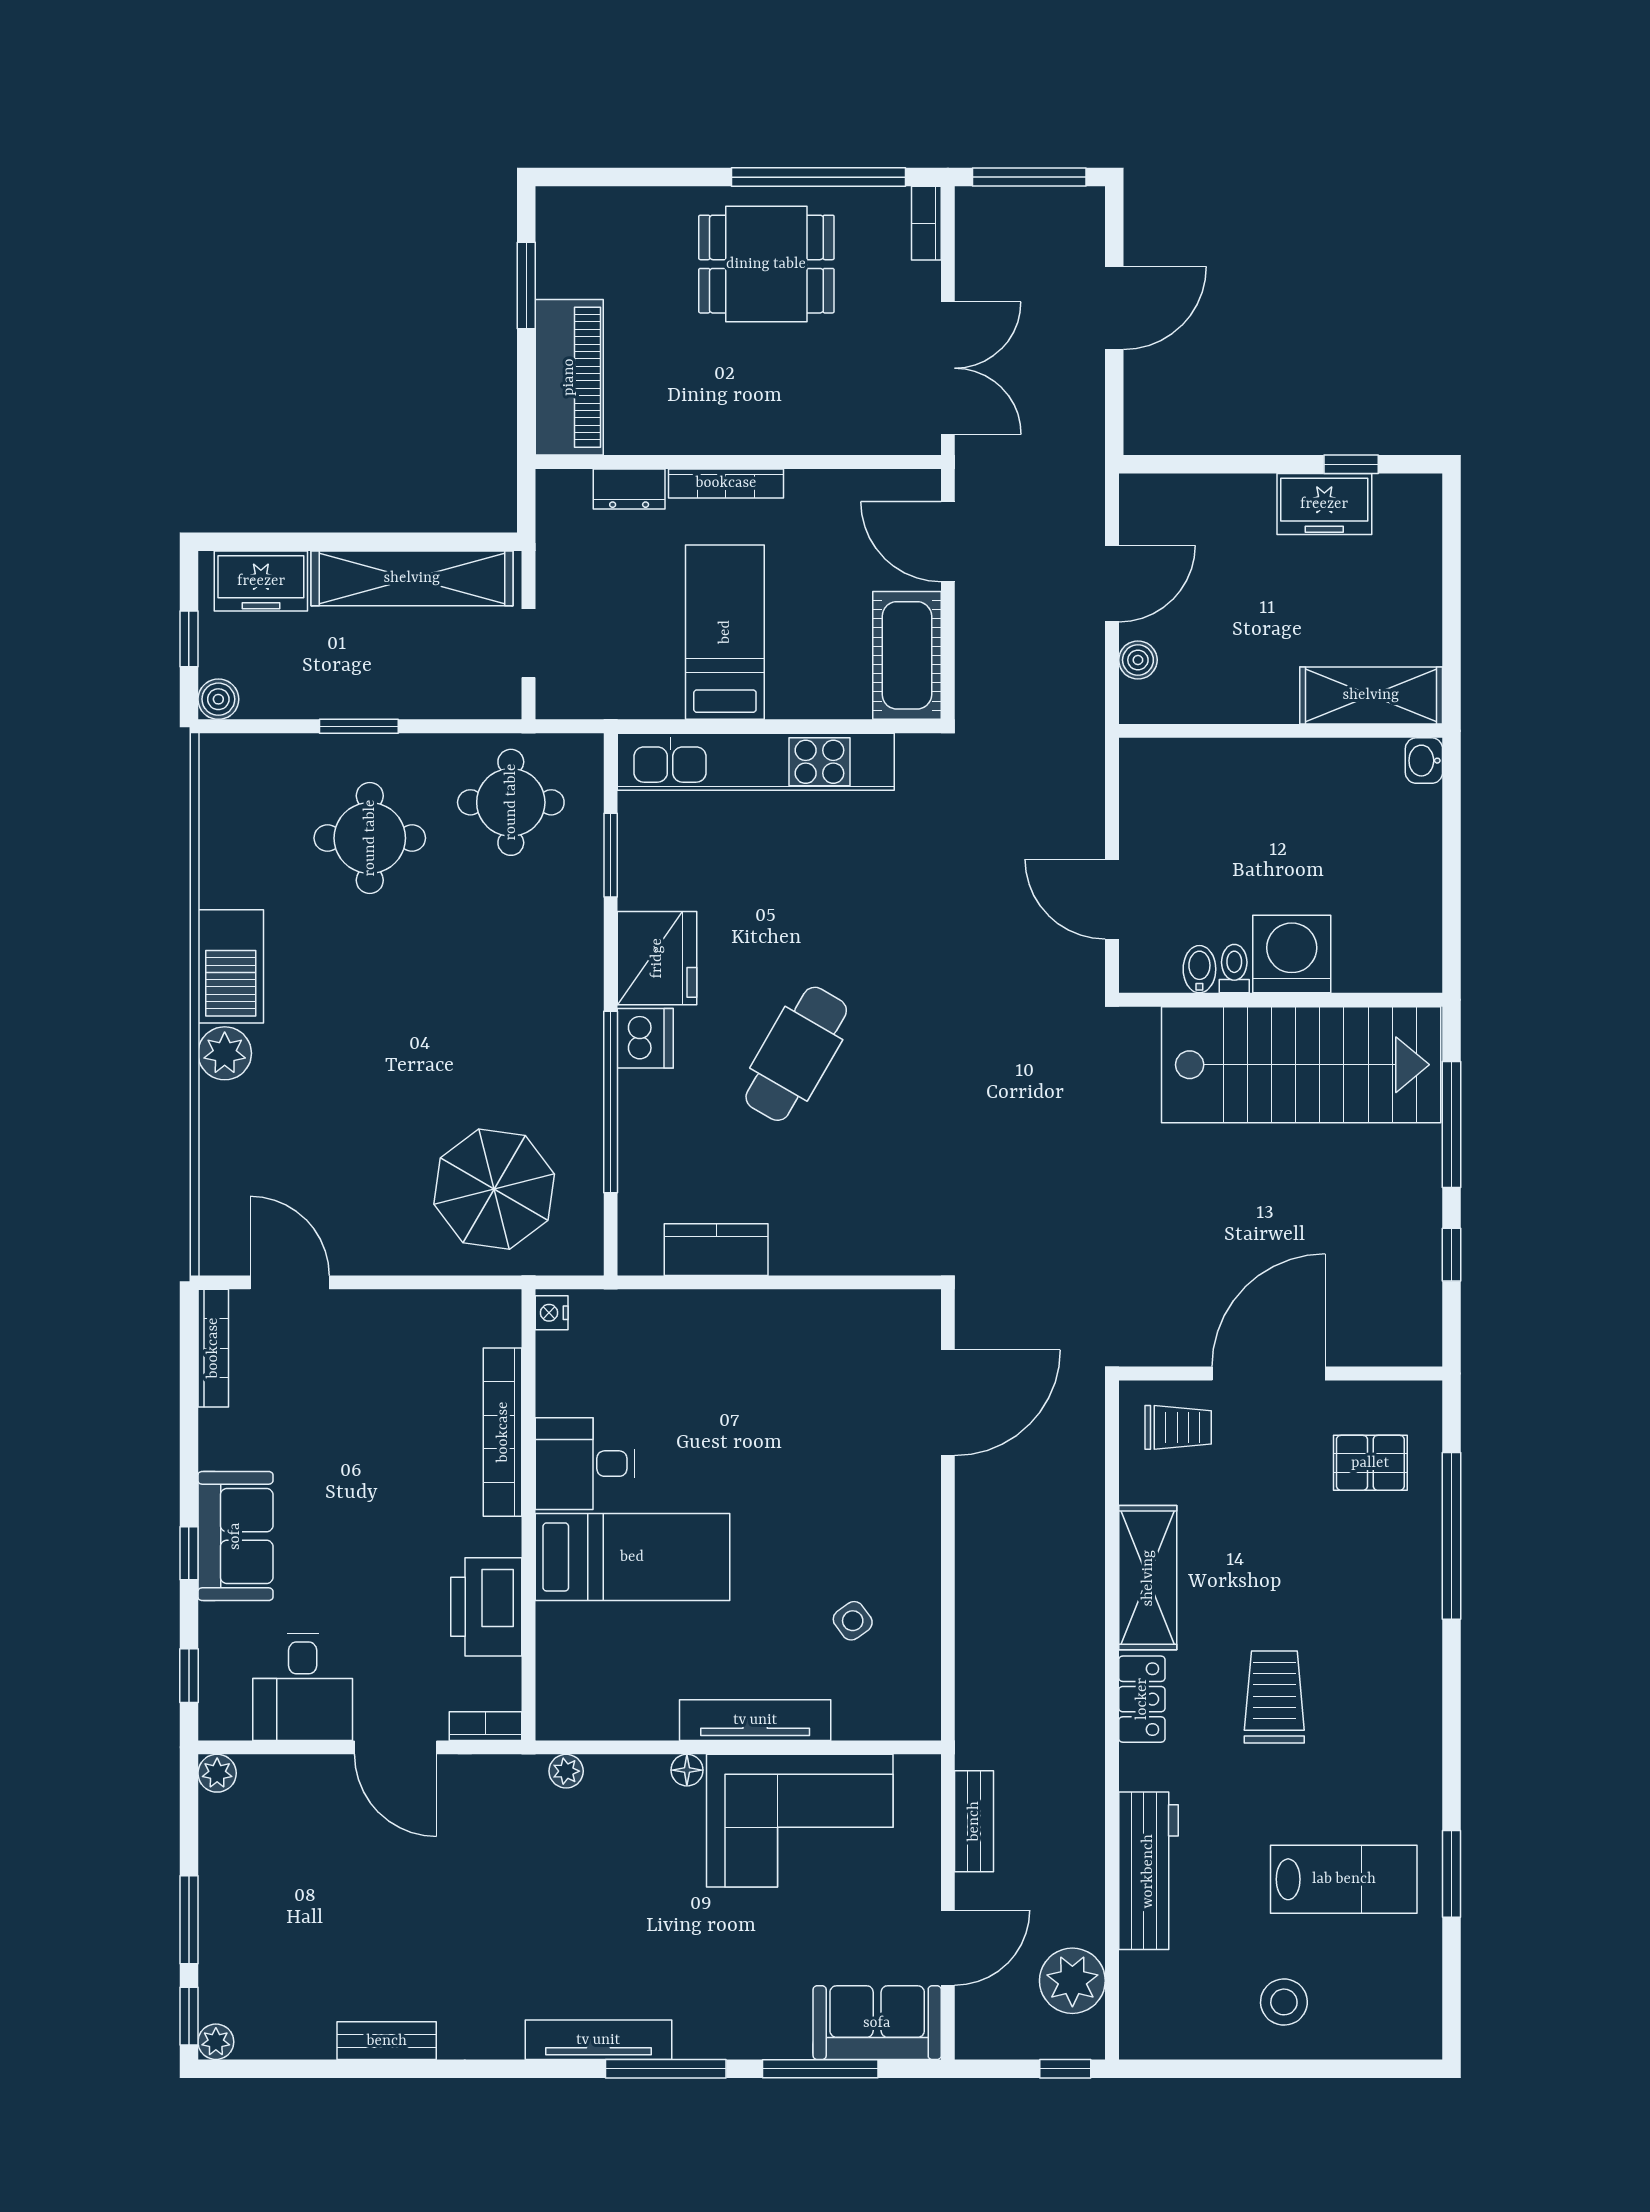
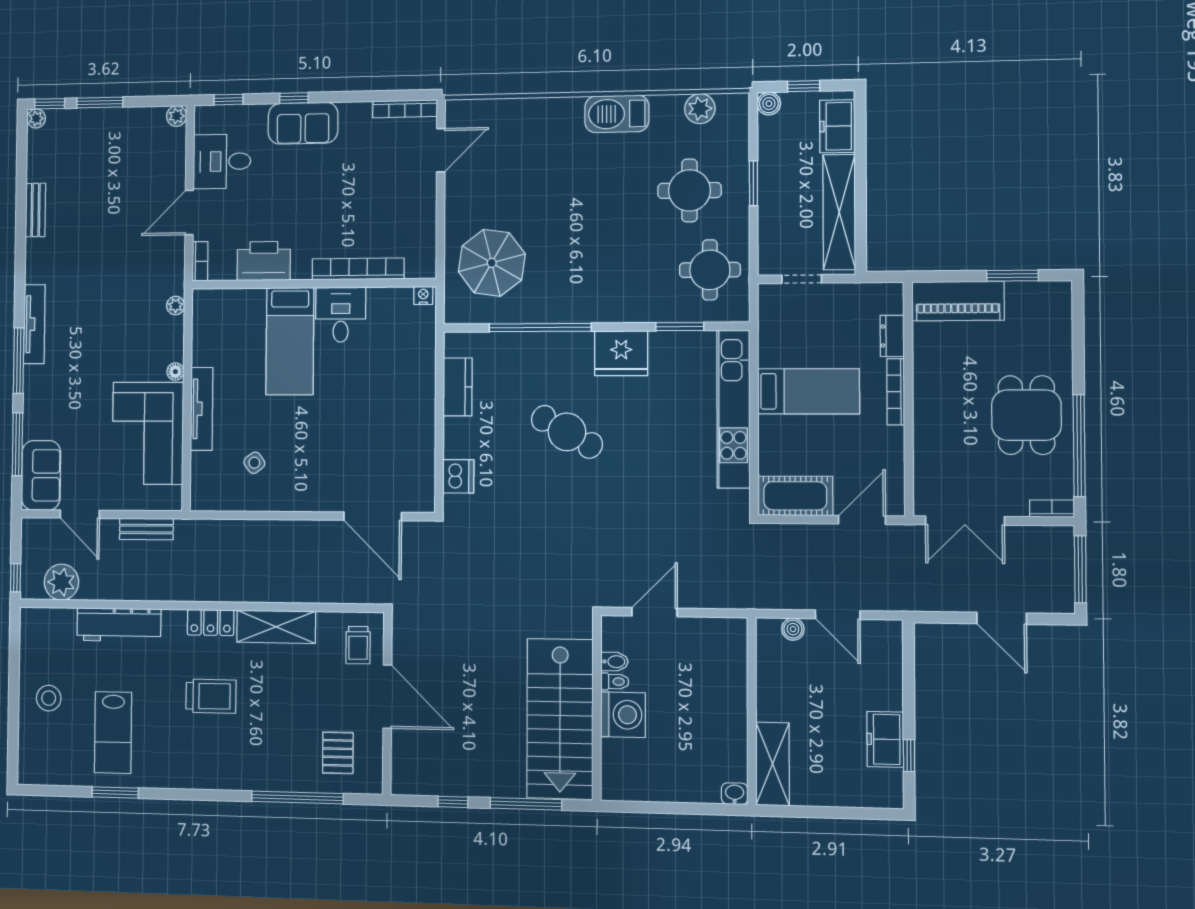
dishwasher: (645, 1038) -> (458, 476), moved, turned -90
plant: (225, 1053) -> (700, 109), moved

